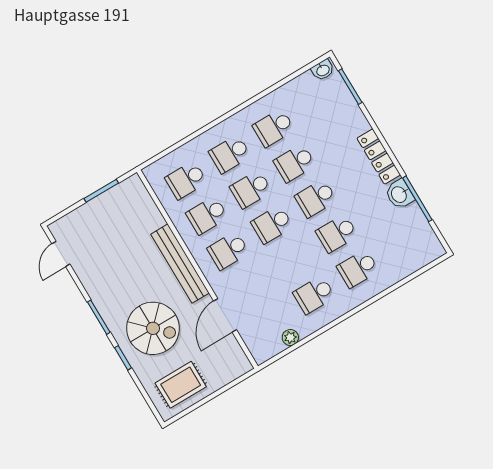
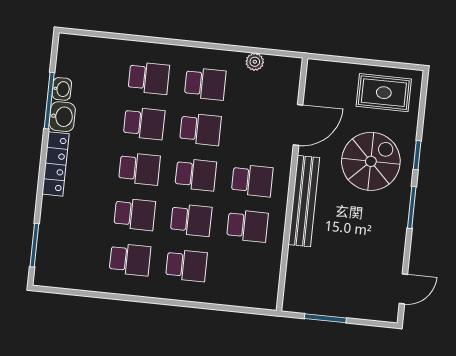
washbasin: (323, 70) -> (62, 89), moved, turned 90
school desk: (186, 180) -> (200, 129), moved
spiral stairs: (153, 328) -> (371, 161), turned 90

